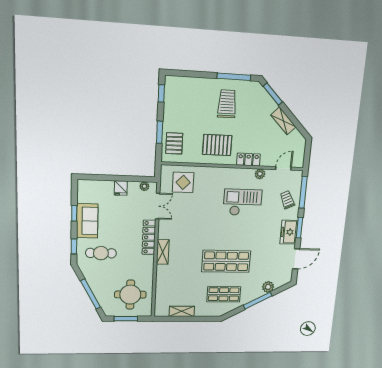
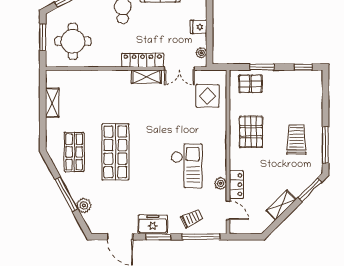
trolley: (227, 104) -> (296, 140), turned -90
locker: (248, 159) -> (236, 185), moved
shelving: (163, 252) -> (146, 77), moved

